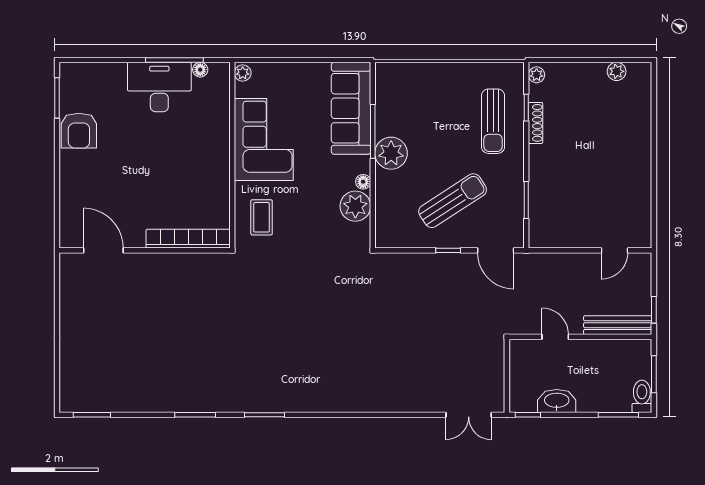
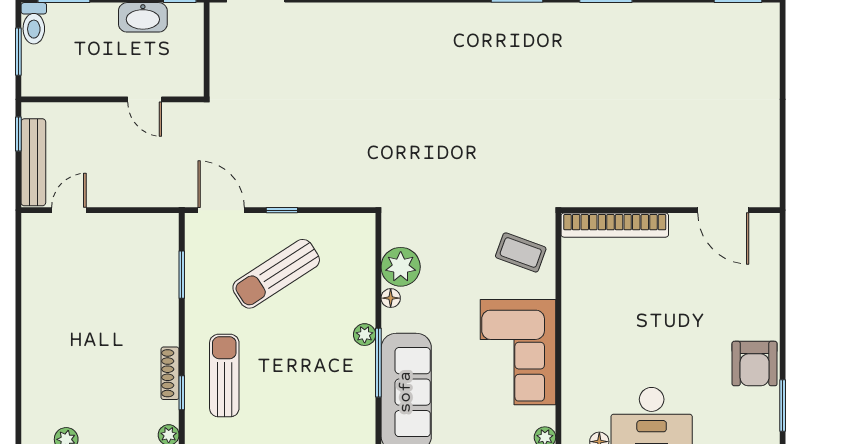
armchair: (79, 131) -> (755, 364), turned 180
plant: (391, 153) -> (365, 335), width x0.53, depth x0.53
coffee table: (262, 217) -> (521, 252), turned -70
bench: (618, 325) -> (33, 162), moved, turned 90

